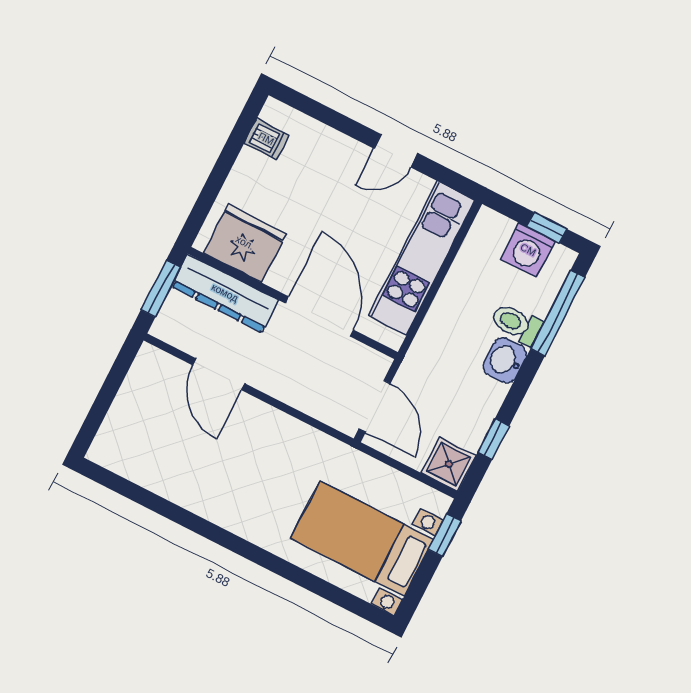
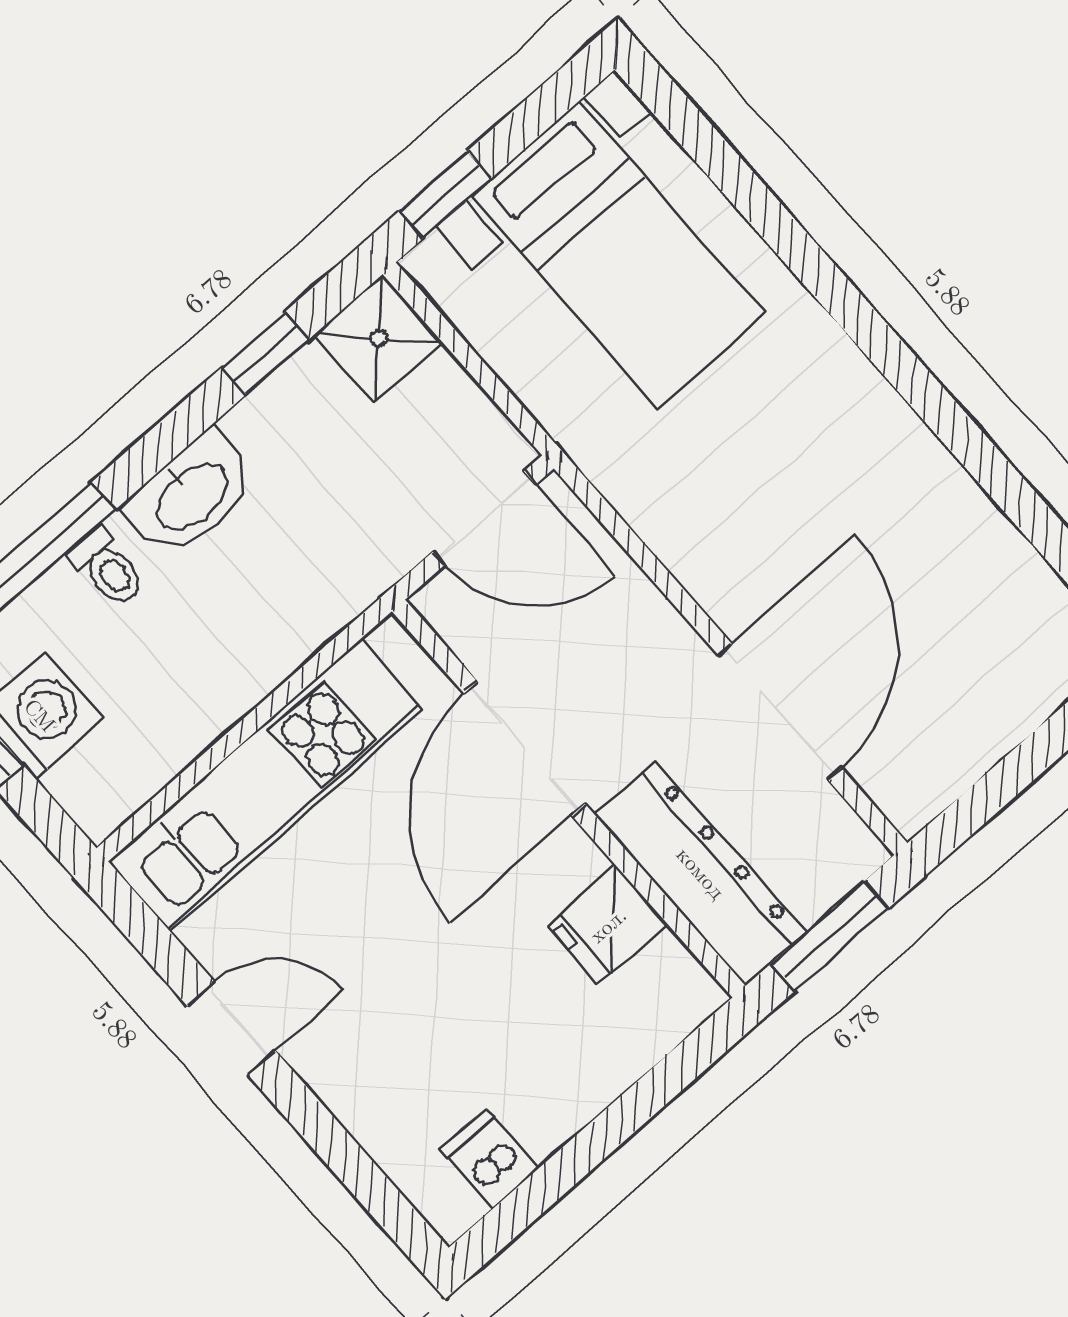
fridge: (245, 243) -> (608, 925), width x0.53, depth x0.75
toilet: (516, 324) -> (107, 568), width x0.73, depth x0.72
washbasin: (505, 360) -> (191, 495), width x1.38
door: (219, 374) -> (780, 712), width x1.36
door: (375, 406) -> (484, 518), swing flipped

